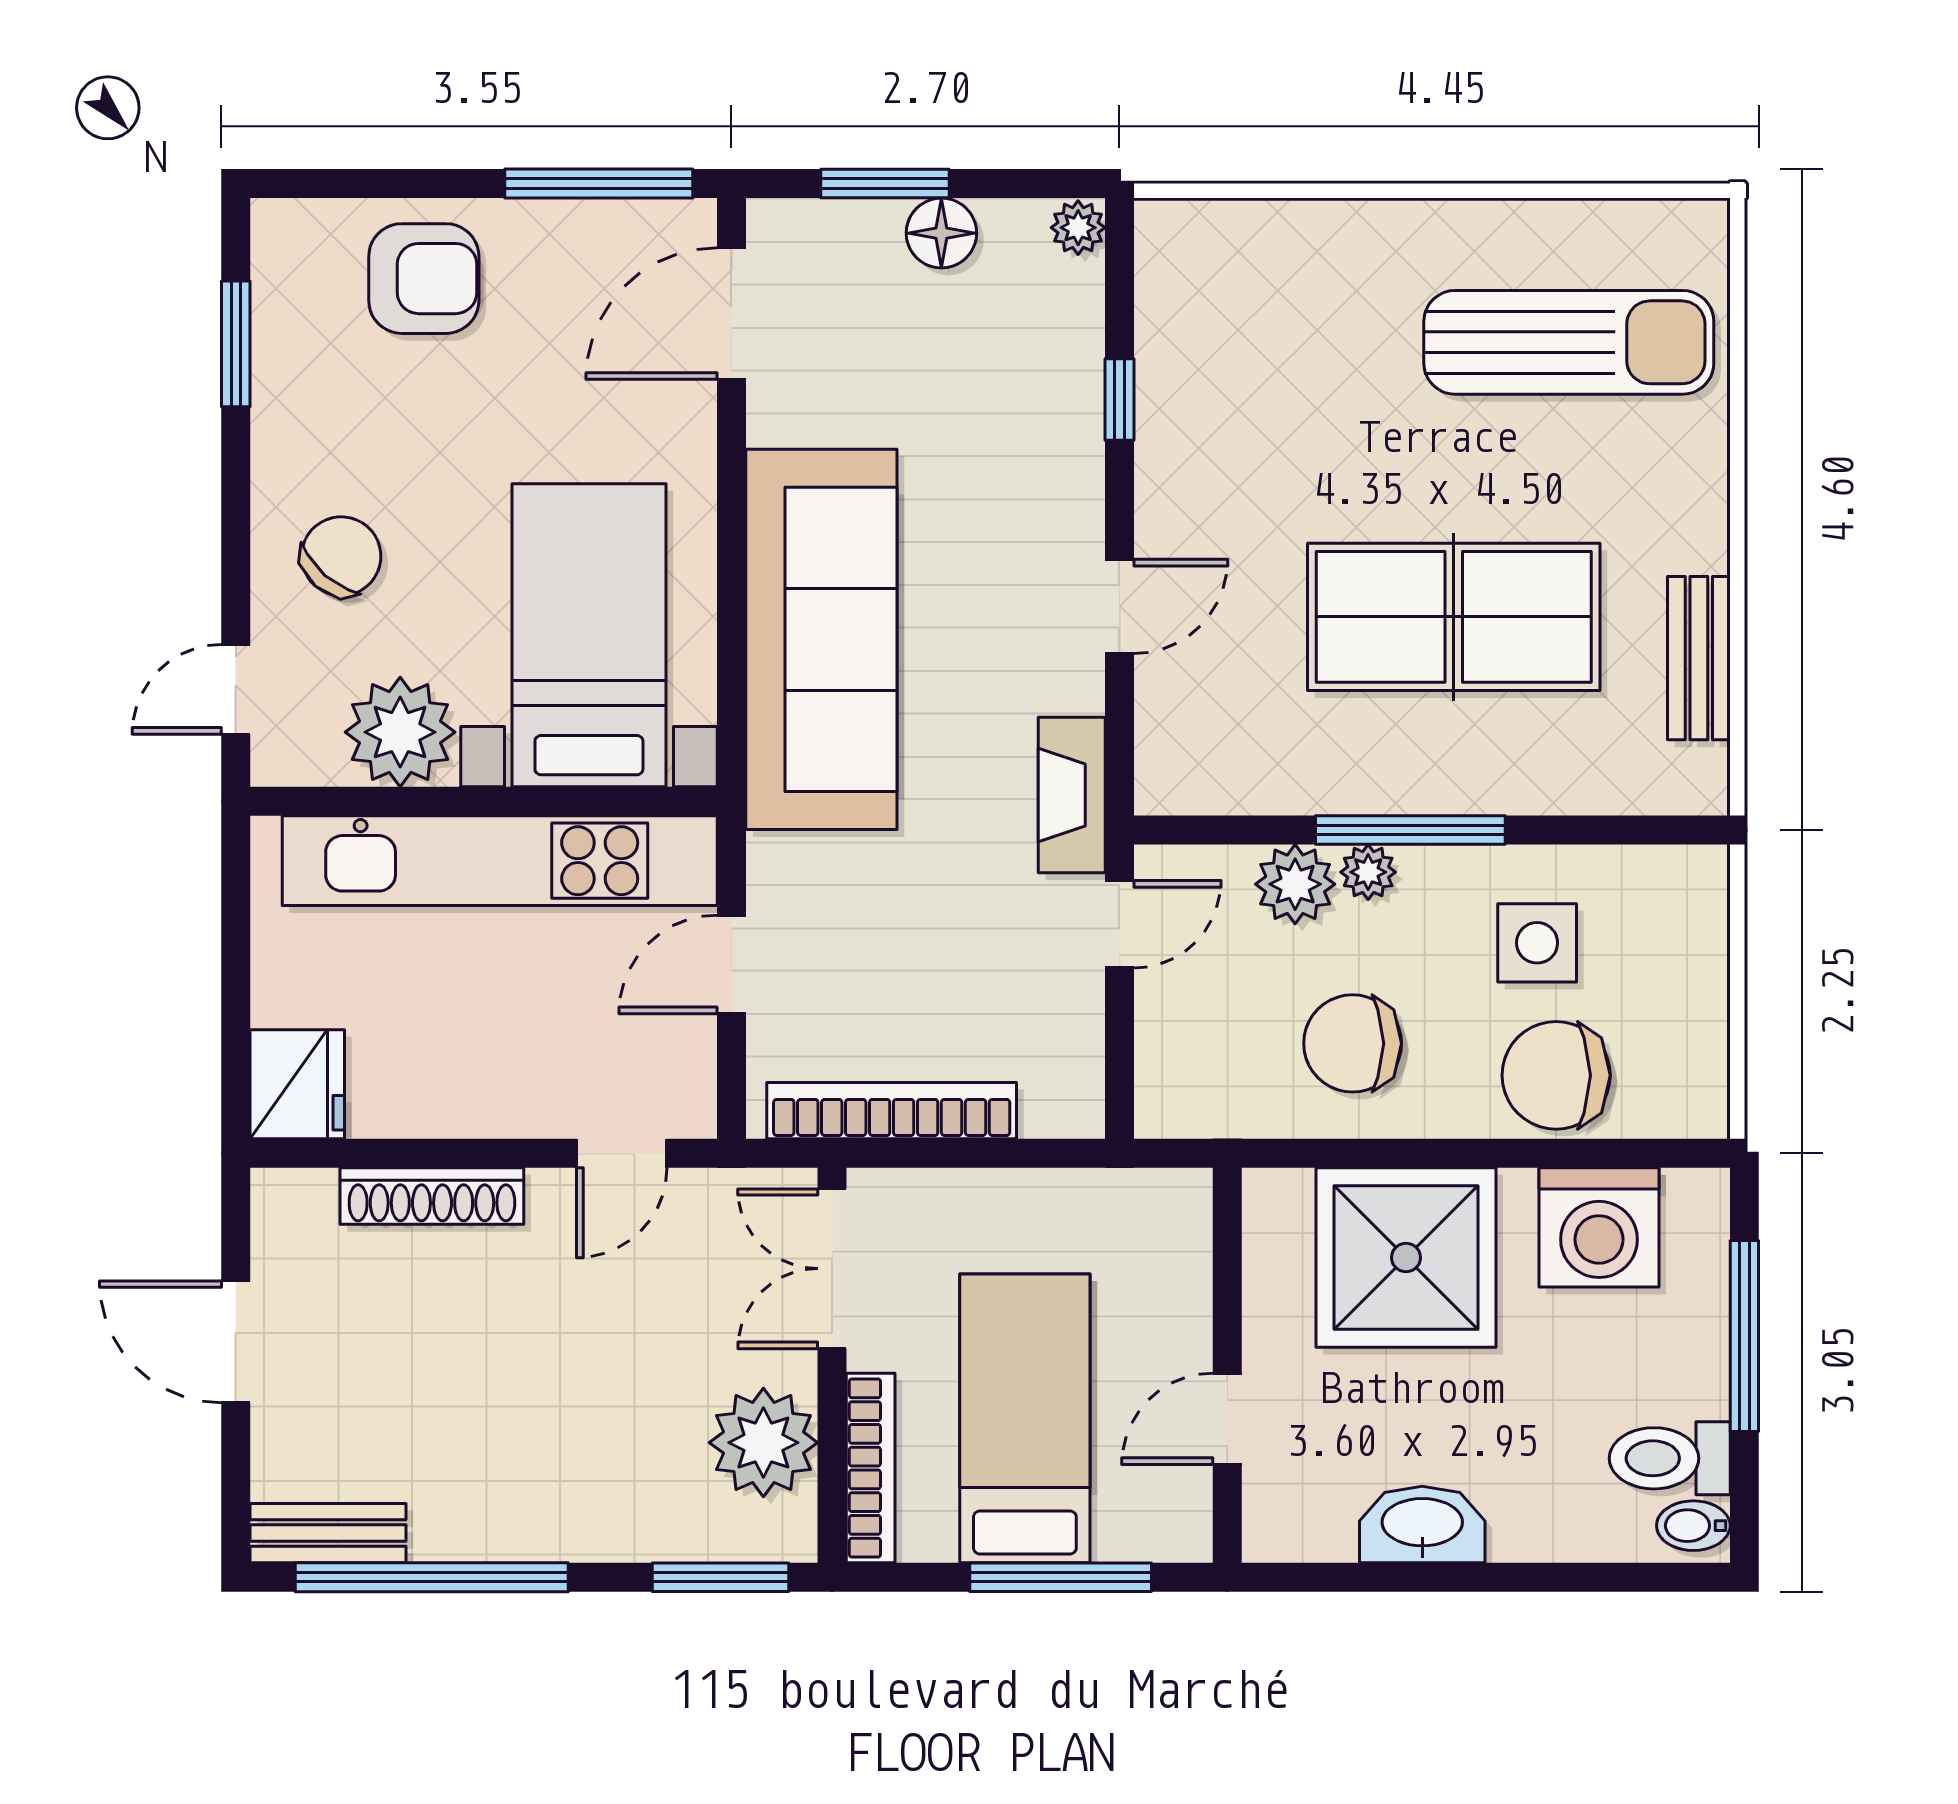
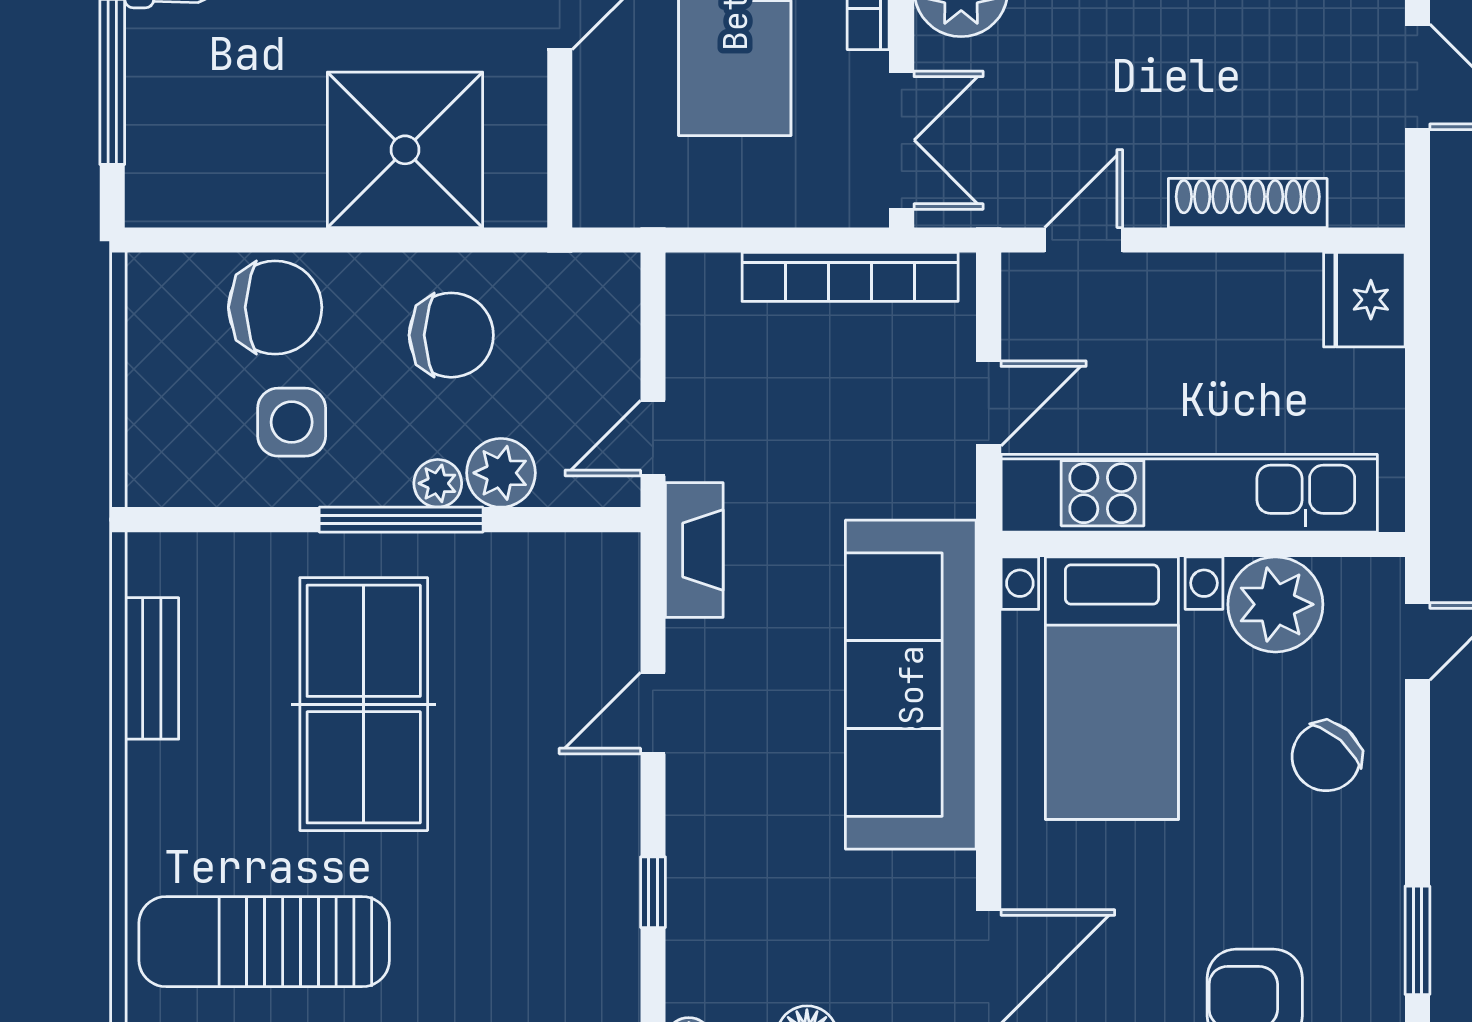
table tennis table: (1454, 617) -> (364, 704), turned 90
washing machine: (1599, 1227) -> (238, 176), removed

